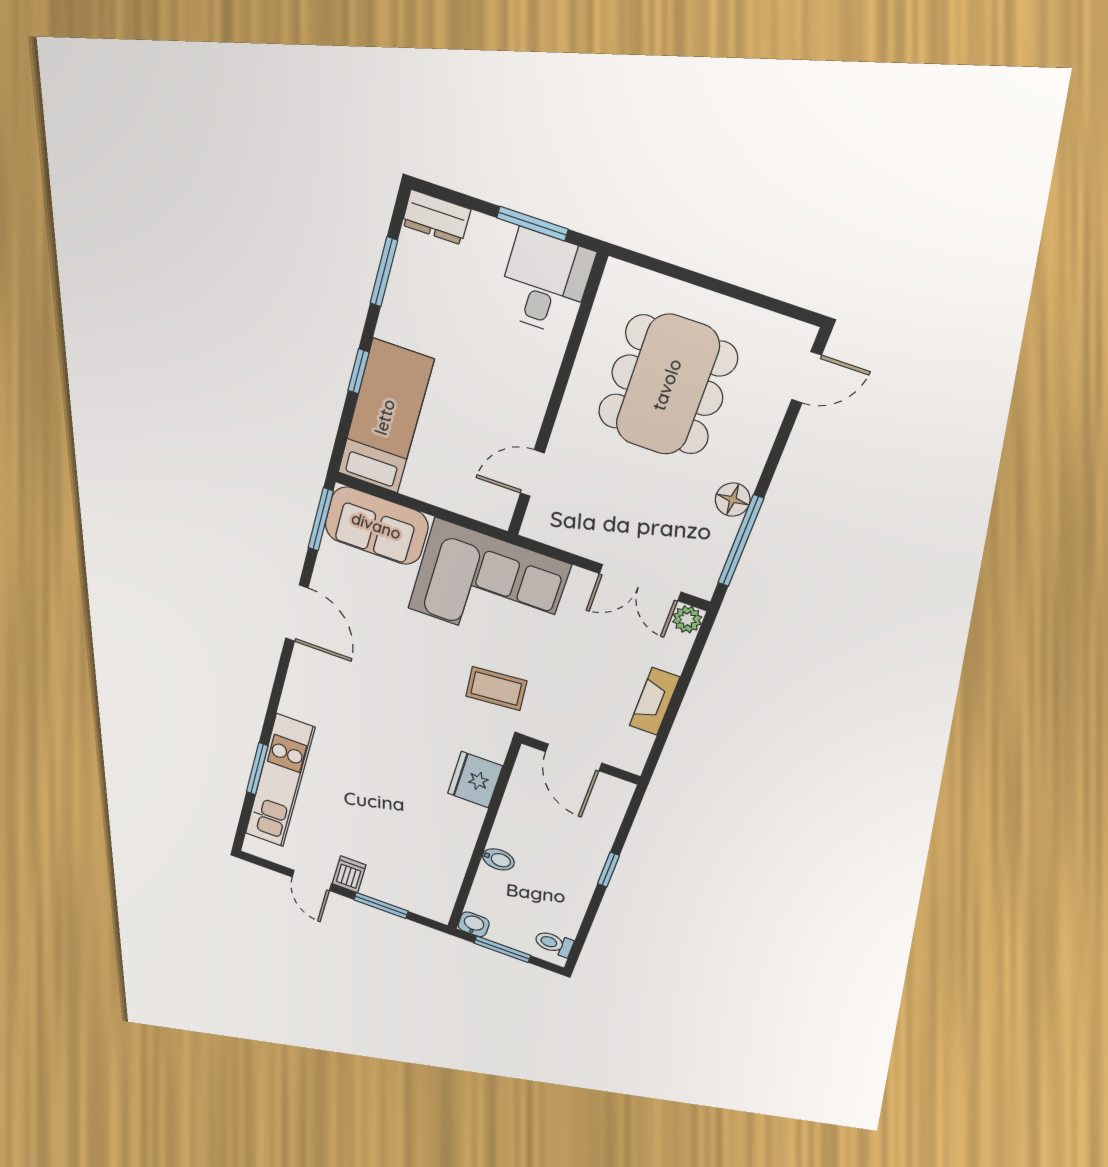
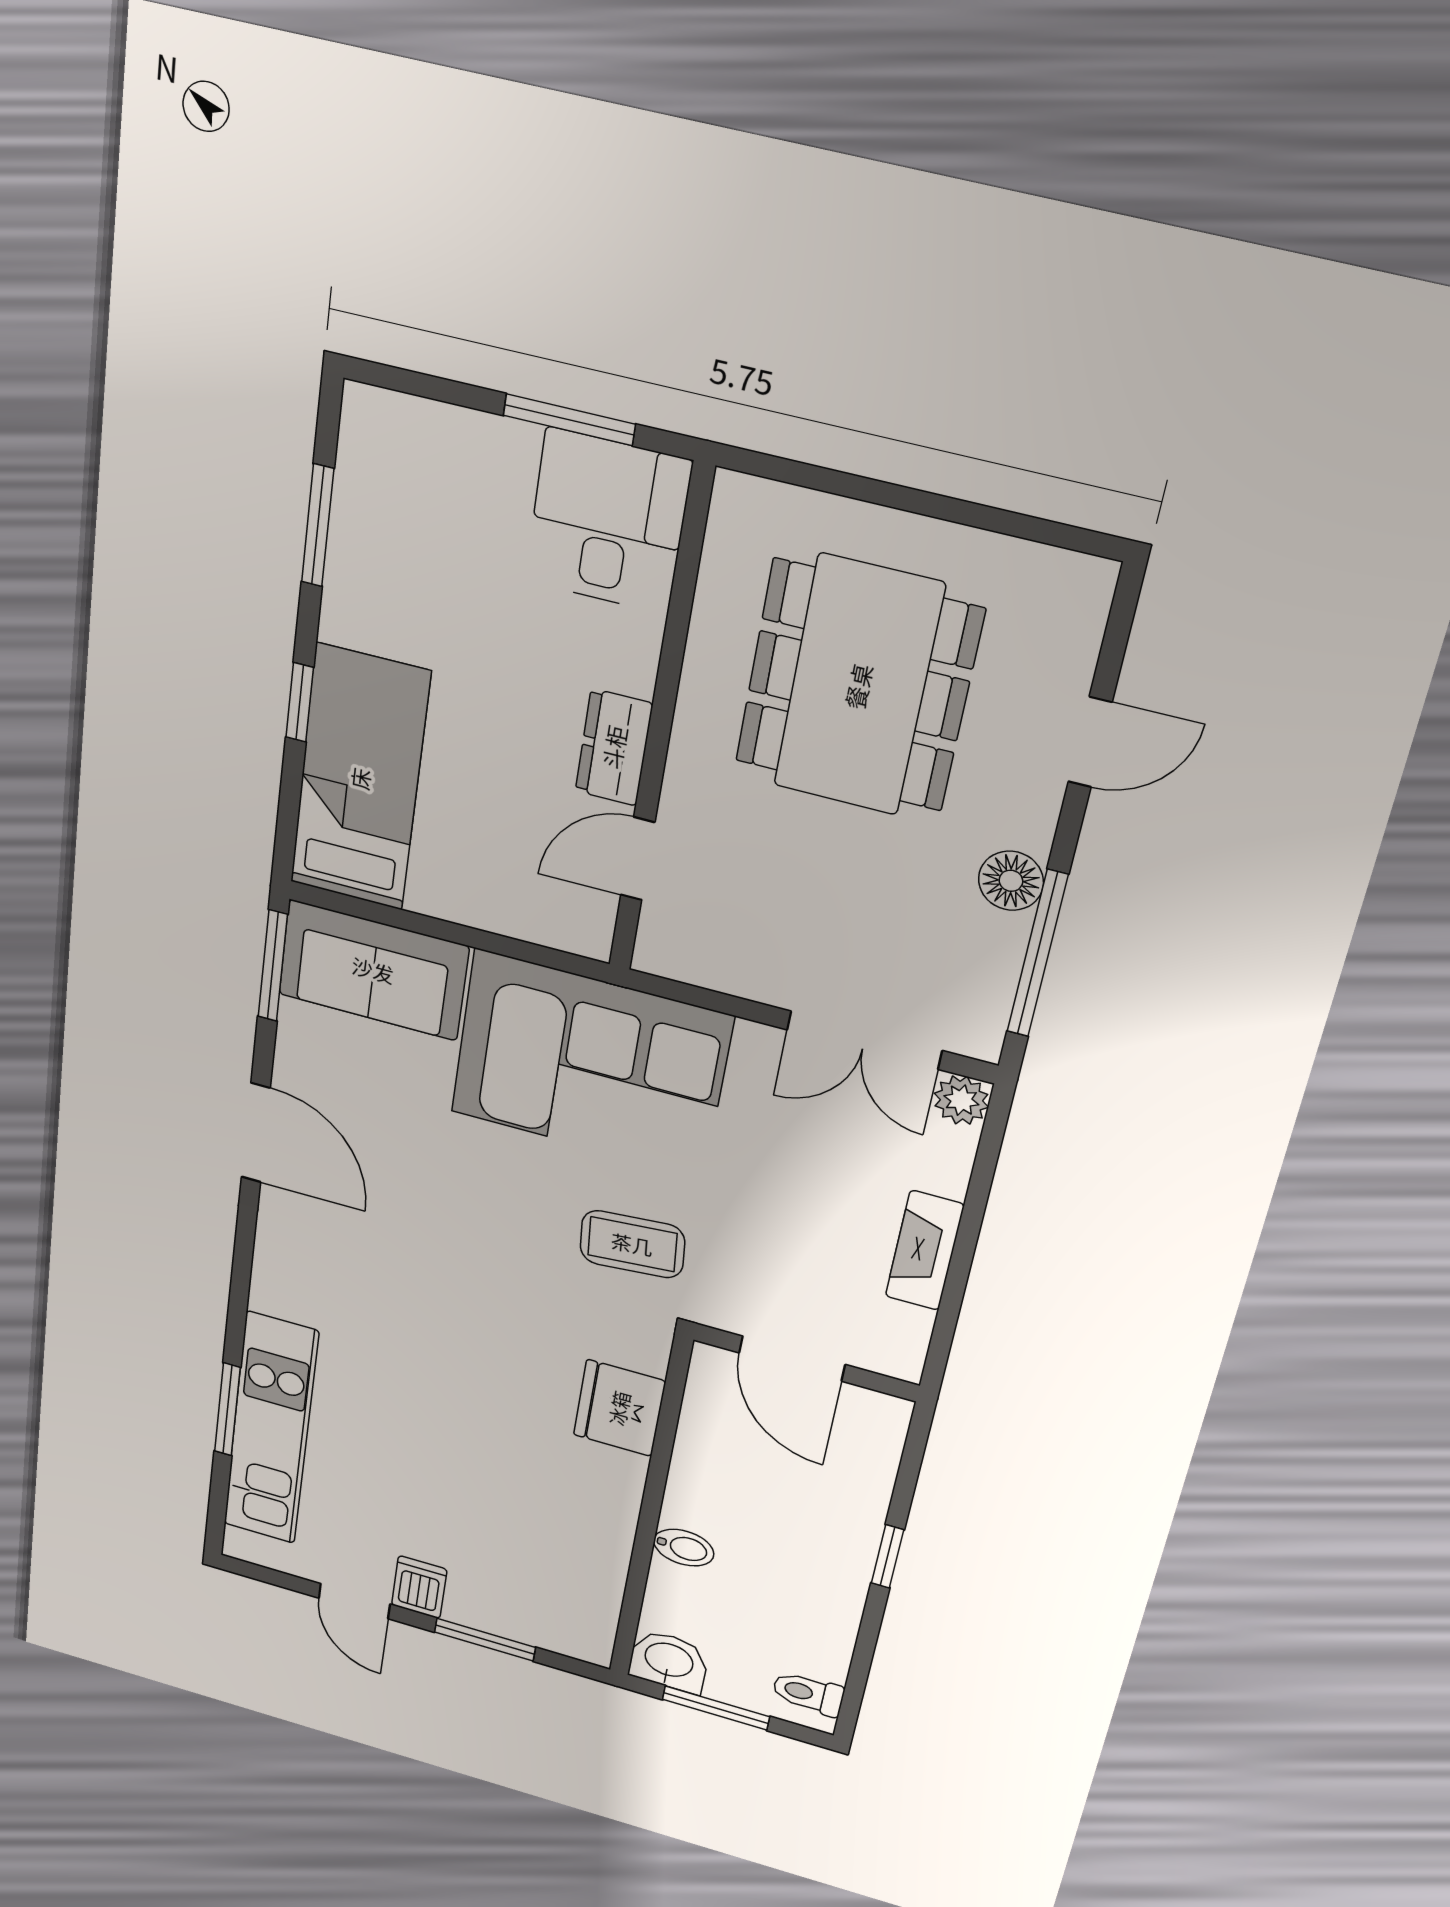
dresser: (436, 217) -> (614, 747), moved, turned 90
door: (806, 377) -> (1090, 742), moved
washbasin: (474, 924) -> (669, 1661), width x1.38, depth x1.45

